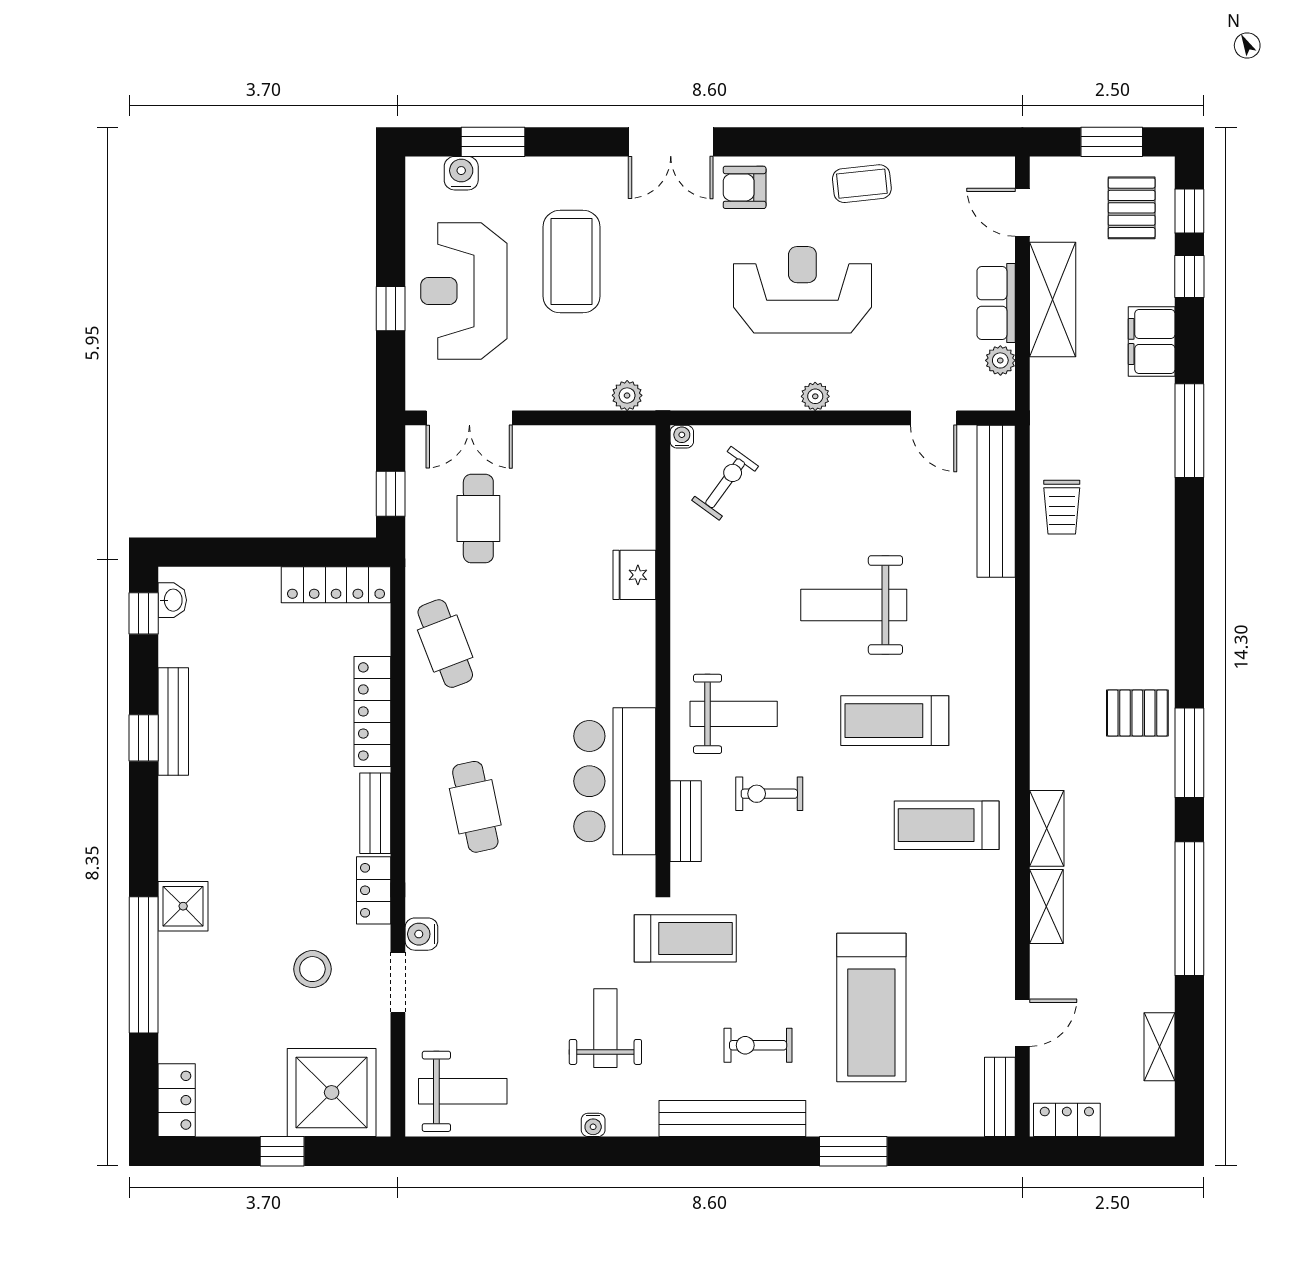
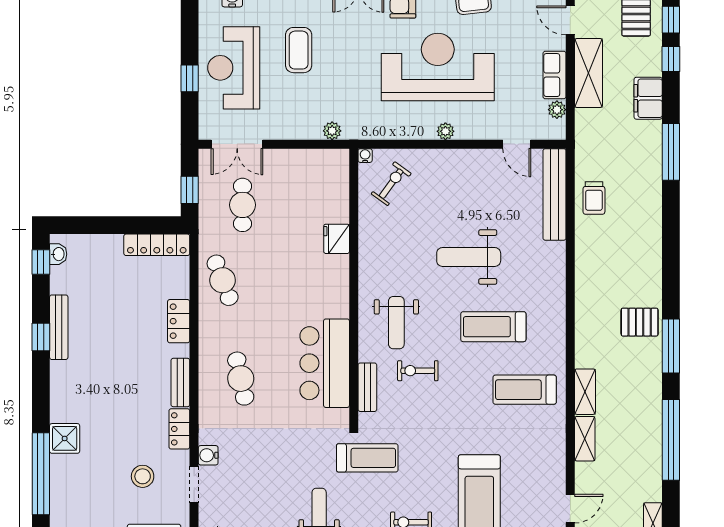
coffee table: (571, 262) -> (299, 50), width x0.73, depth x0.76
reception desk: (802, 290) -> (438, 67), width x1.36, depth x1.30
locker: (372, 711) -> (179, 321), width x0.66
weight bench: (734, 714) -> (396, 323), turned 90

